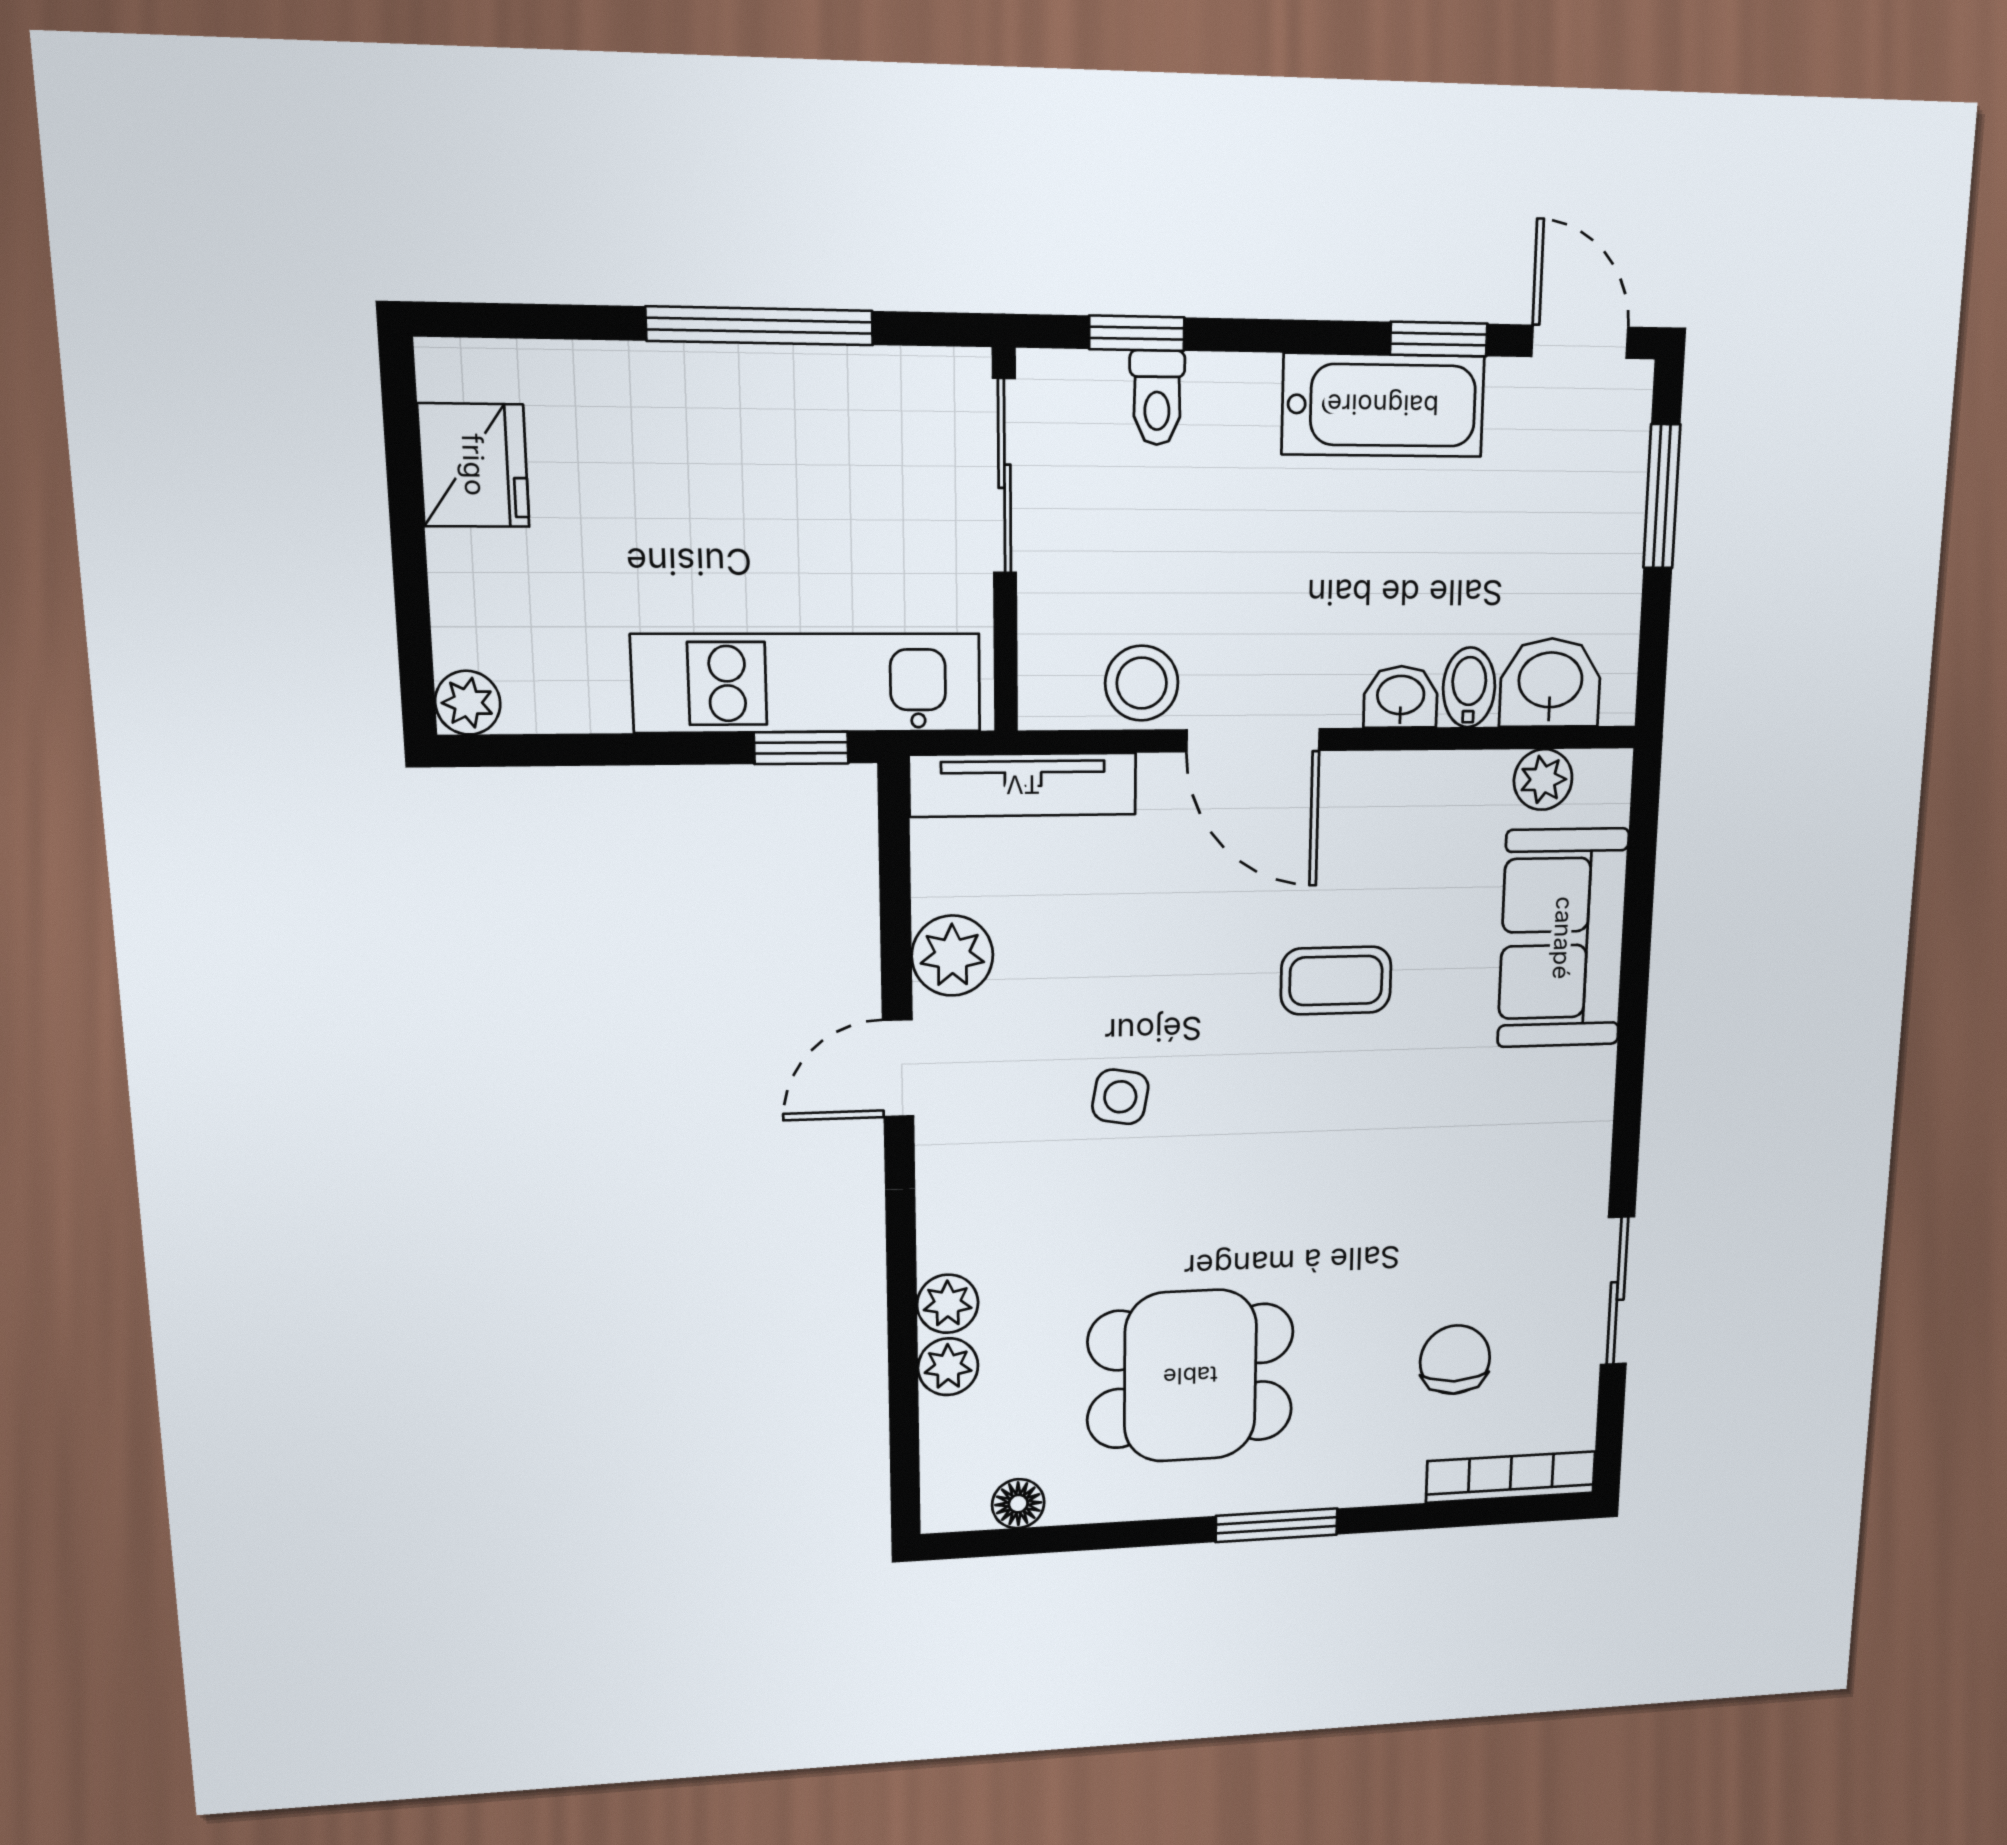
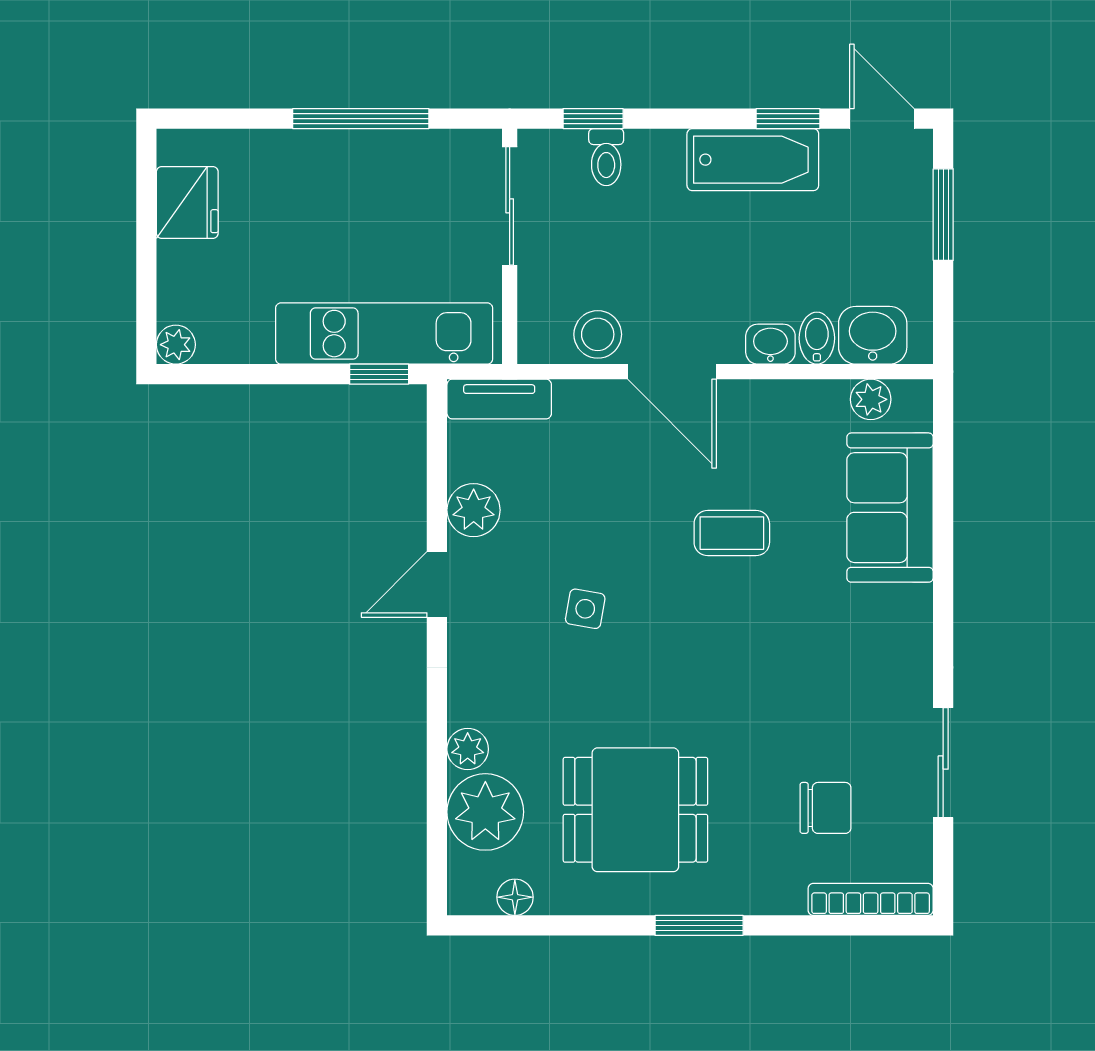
tv unit: (1023, 785) -> (499, 399), width x0.71
chair: (1455, 1360) -> (826, 808), turned 90
plant: (948, 1367) -> (485, 812), width x1.88, depth x1.88

